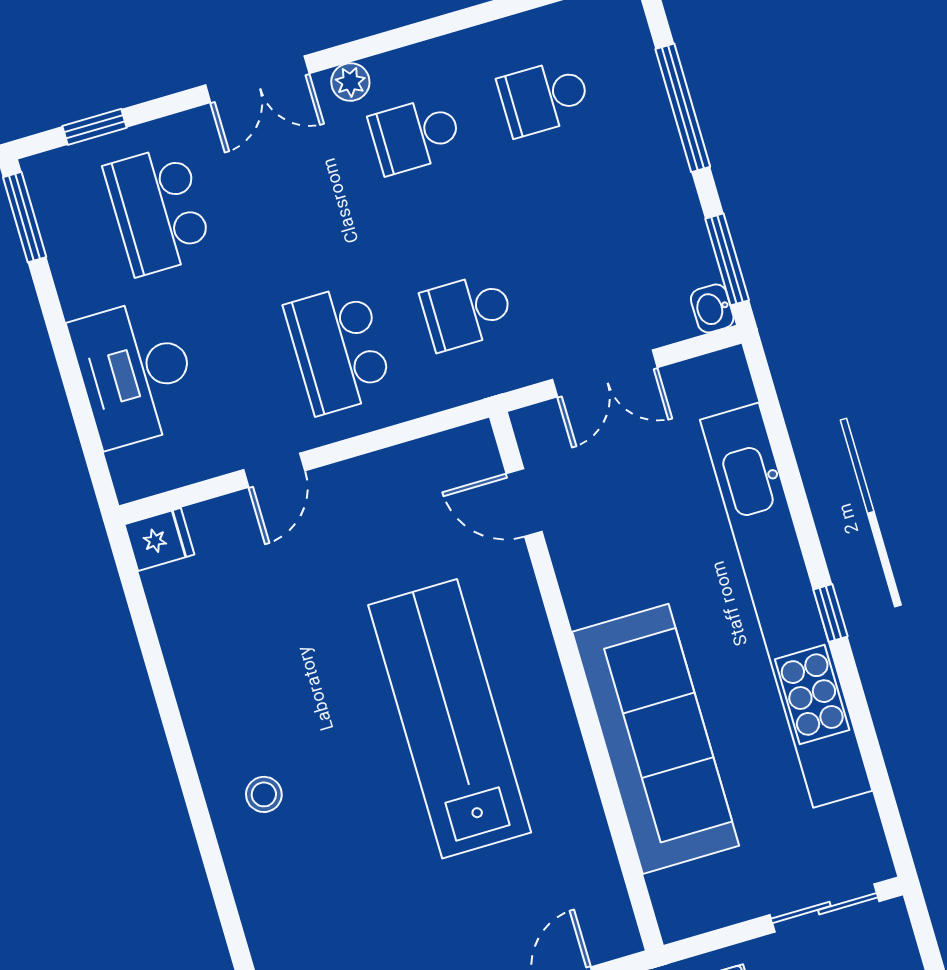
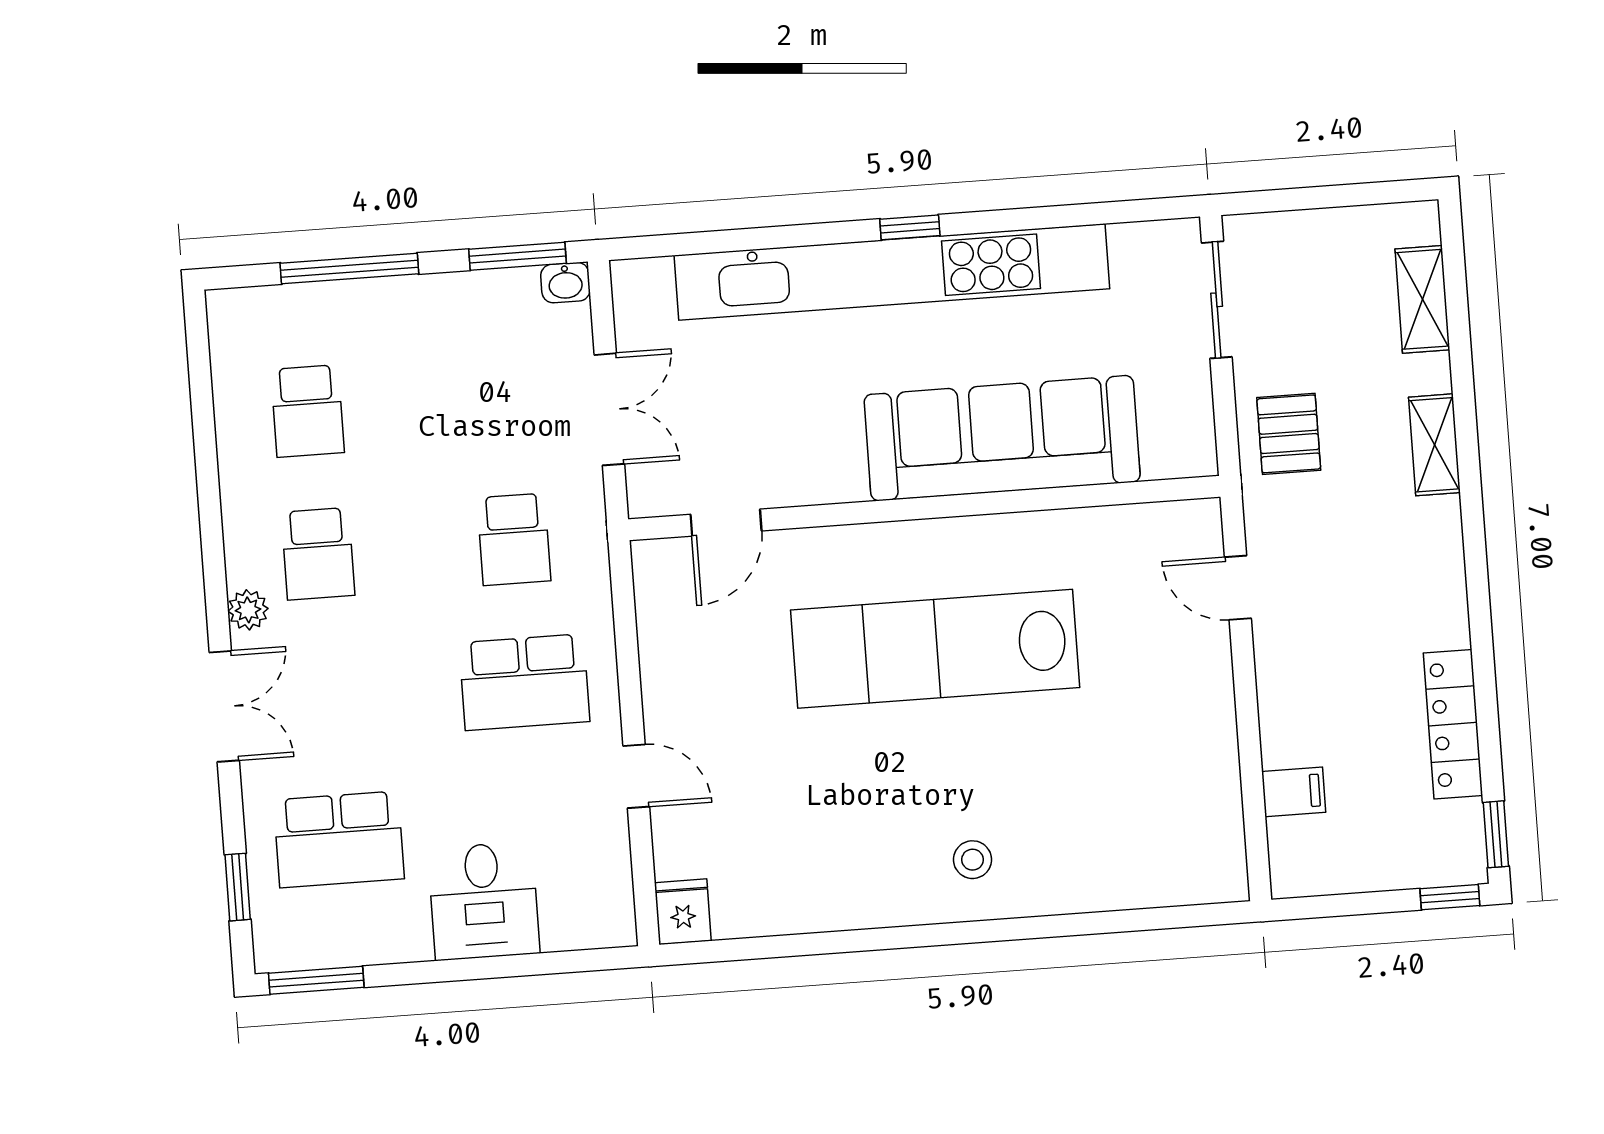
desk: (135, 373) -> (484, 901), width x0.73

